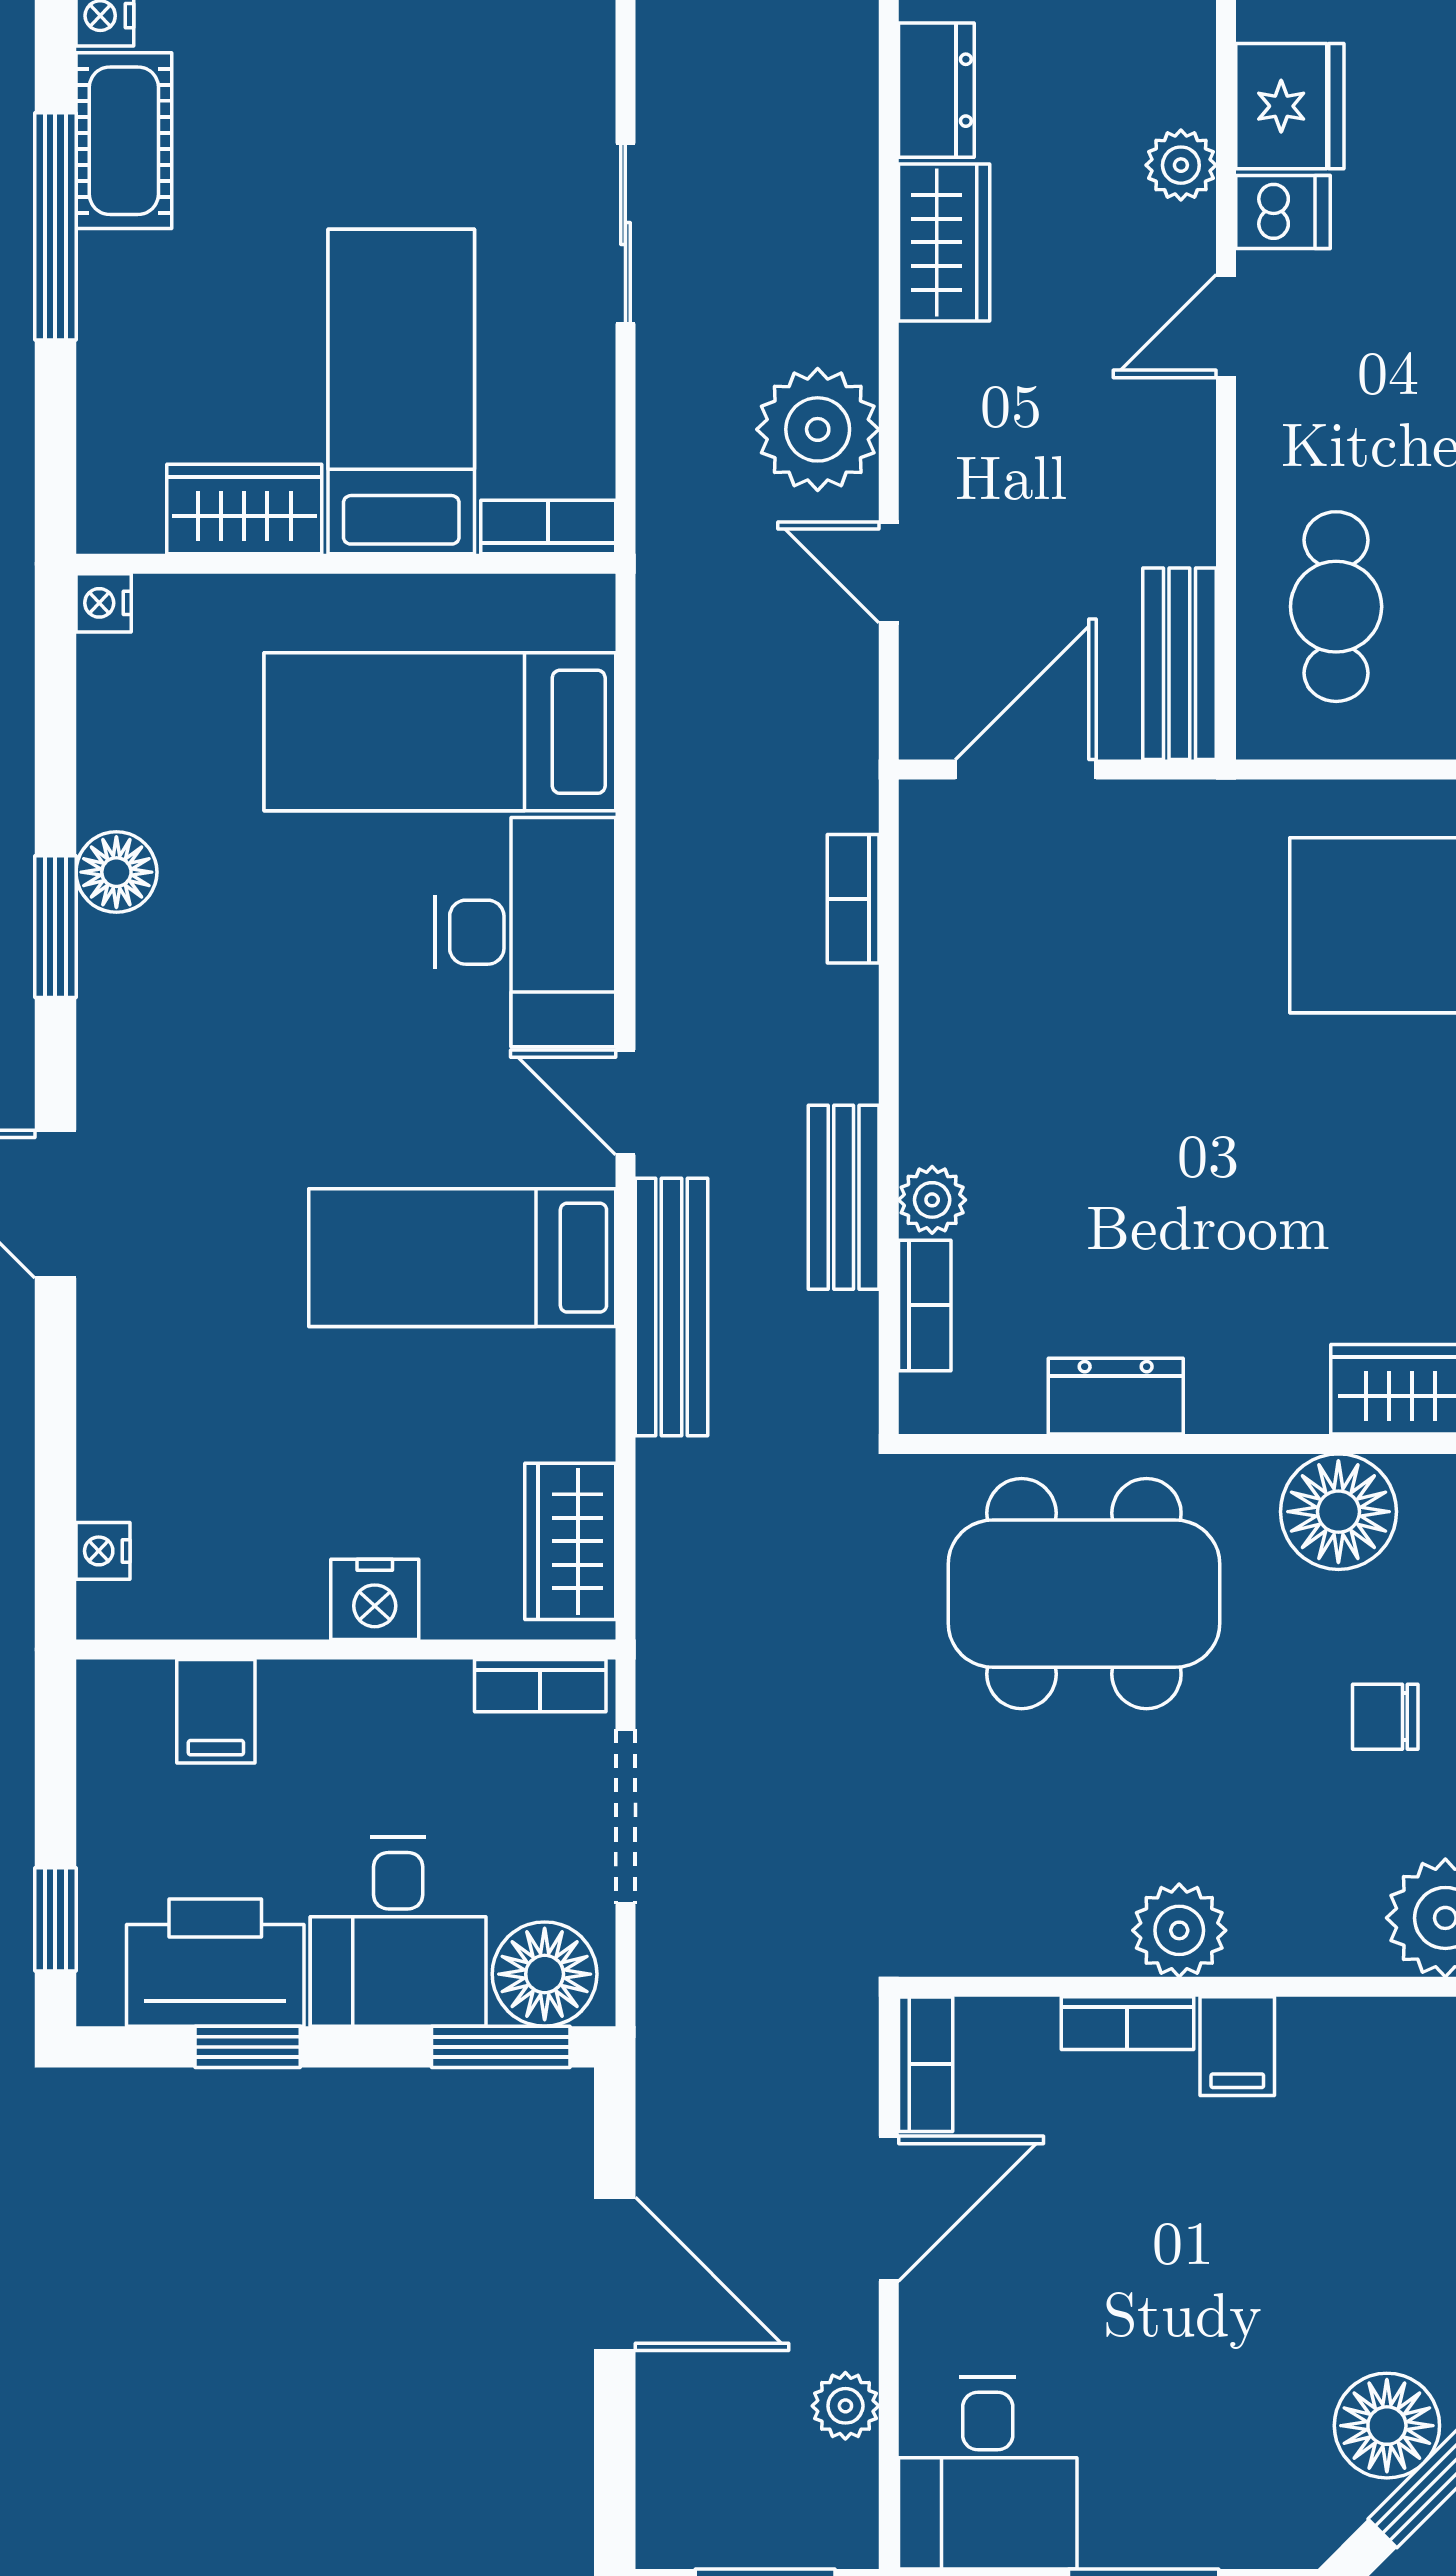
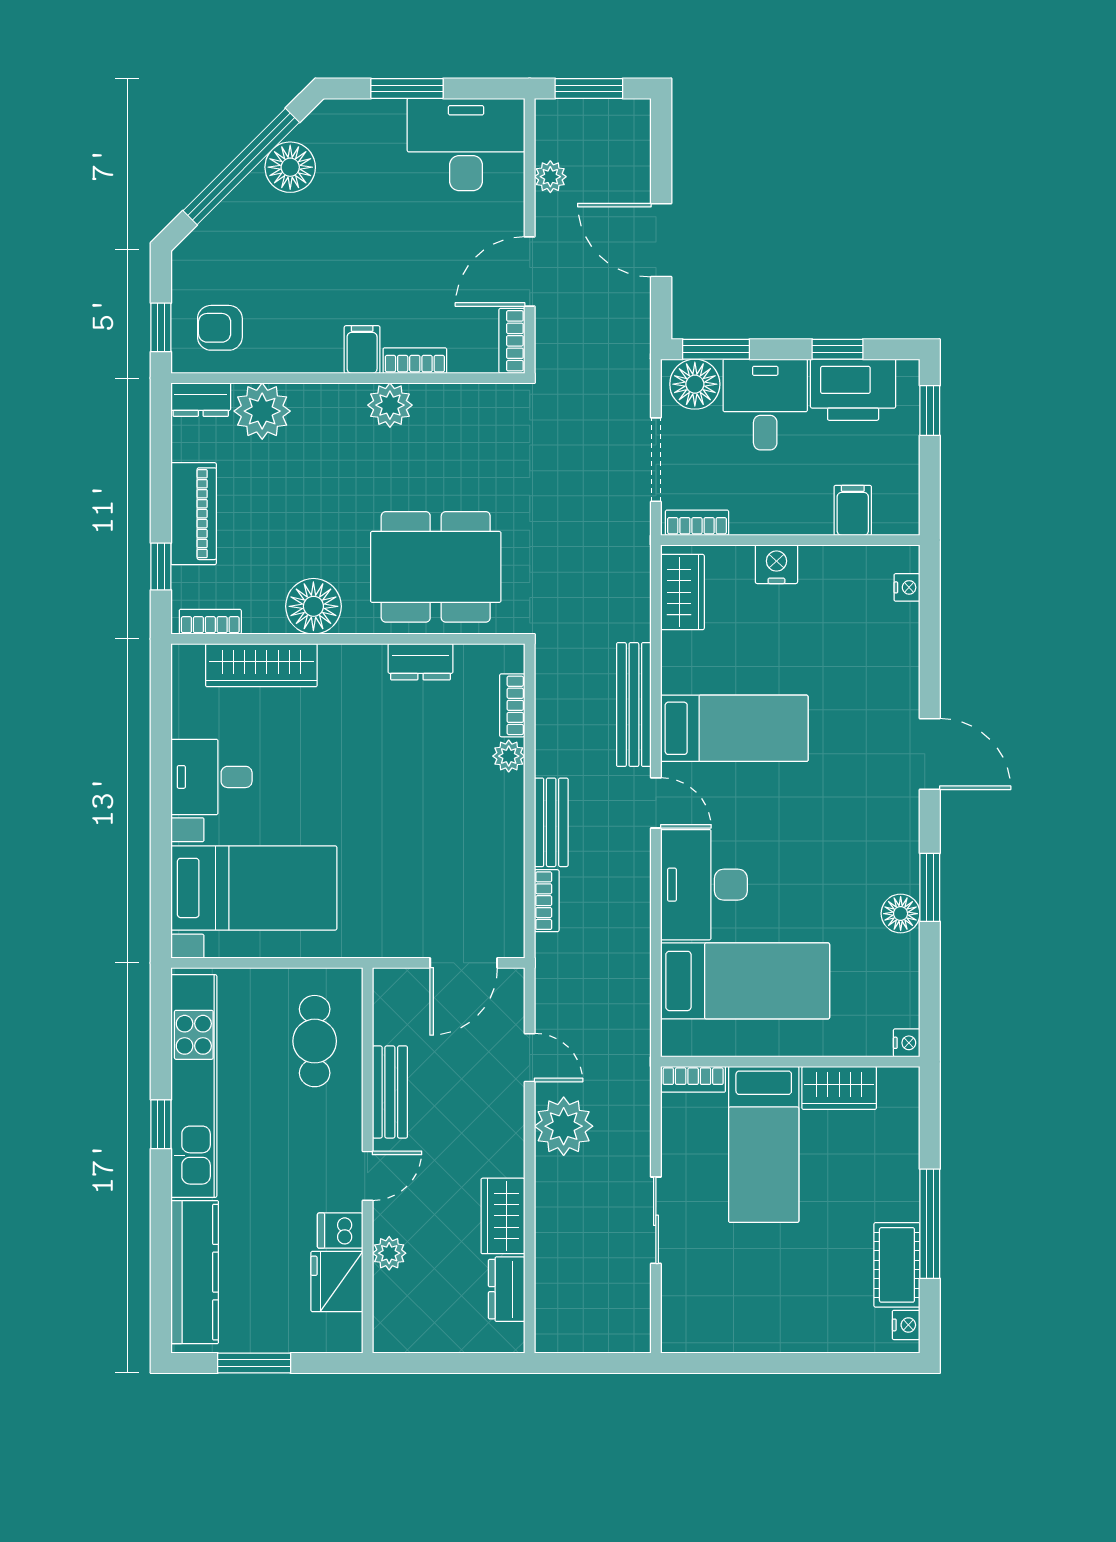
bench: (1179, 664) -> (390, 1092), moved
bench: (844, 1197) -> (551, 822), moved
chair: (1385, 1717) -> (291, 508), removed
desk: (988, 2473) -> (466, 144), width x1.37

